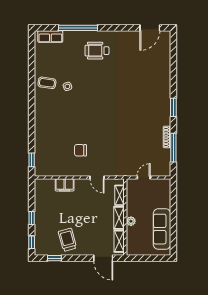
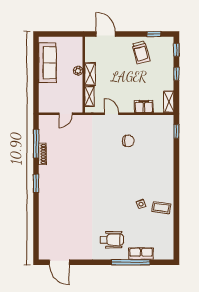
door: (150, 28) -> (59, 262), swing flipped
row of seats: (50, 36) -> (141, 254), moved
shelving: (119, 241) -> (169, 102), moved

